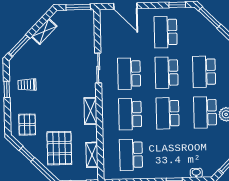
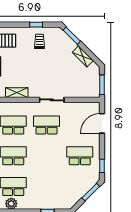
school desk: (204, 72) -> (47, 186), removed
school desk: (167, 73) -> (47, 156), removed

